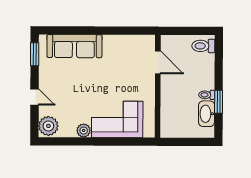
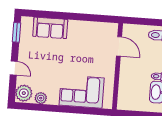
sofa: (74, 46) -> (50, 28), width x0.73
plant: (84, 130) -> (41, 98), moved

